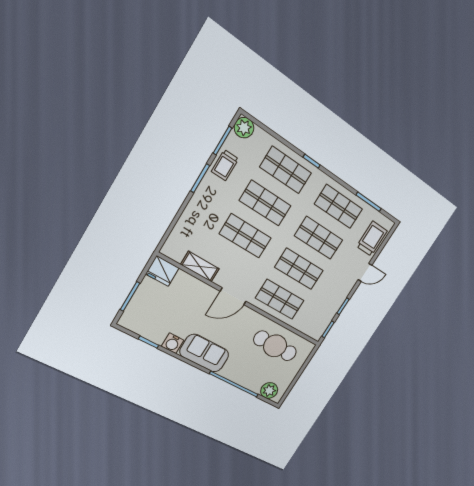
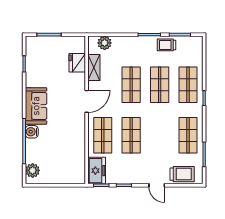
plant: (244, 128) -> (105, 43), moved
shop shelf: (319, 238) -> (160, 135), removed
fridge: (162, 271) -> (77, 63), moved
door: (233, 296) -> (87, 101), swing flipped
freezer: (311, 326) -> (97, 171), added
water cooler: (173, 343) -> (32, 132), moved
cafe table: (275, 346) -> (68, 153), removed

